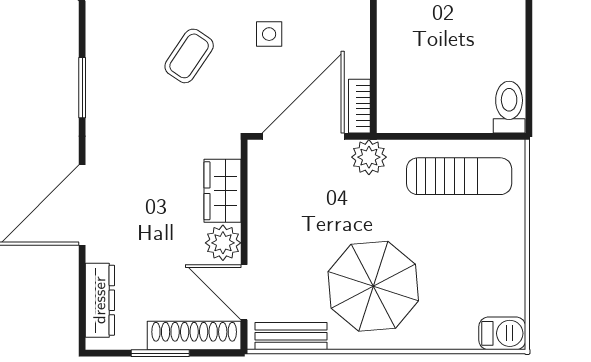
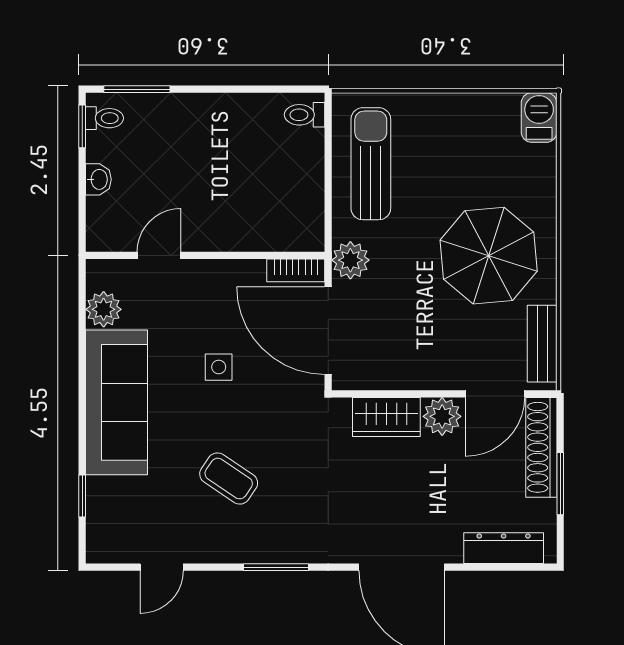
coffee table: (189, 56) -> (229, 479), moved
toilet: (509, 107) -> (305, 115), width x0.73, depth x0.72

